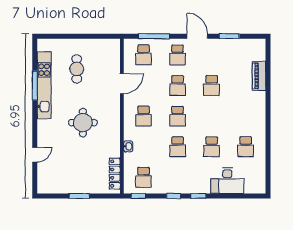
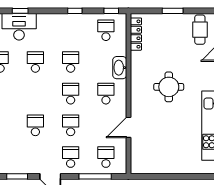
cafe table: (77, 69) -> (200, 30), moved
washbasin: (128, 146) -> (120, 68), width x1.91, depth x1.45
window: (198, 196) -> (20, 11), moved

